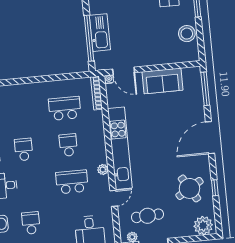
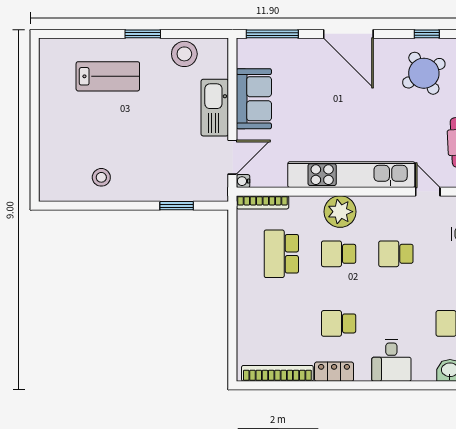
kitchen sink: (100, 33) -> (215, 108), moved, turned -90
window: (89, 38) -> (177, 206), width x0.47
plant: (103, 170) -> (340, 212), moved, width x1.87, depth x1.87
school desk: (72, 182) -> (396, 254), width x0.54

